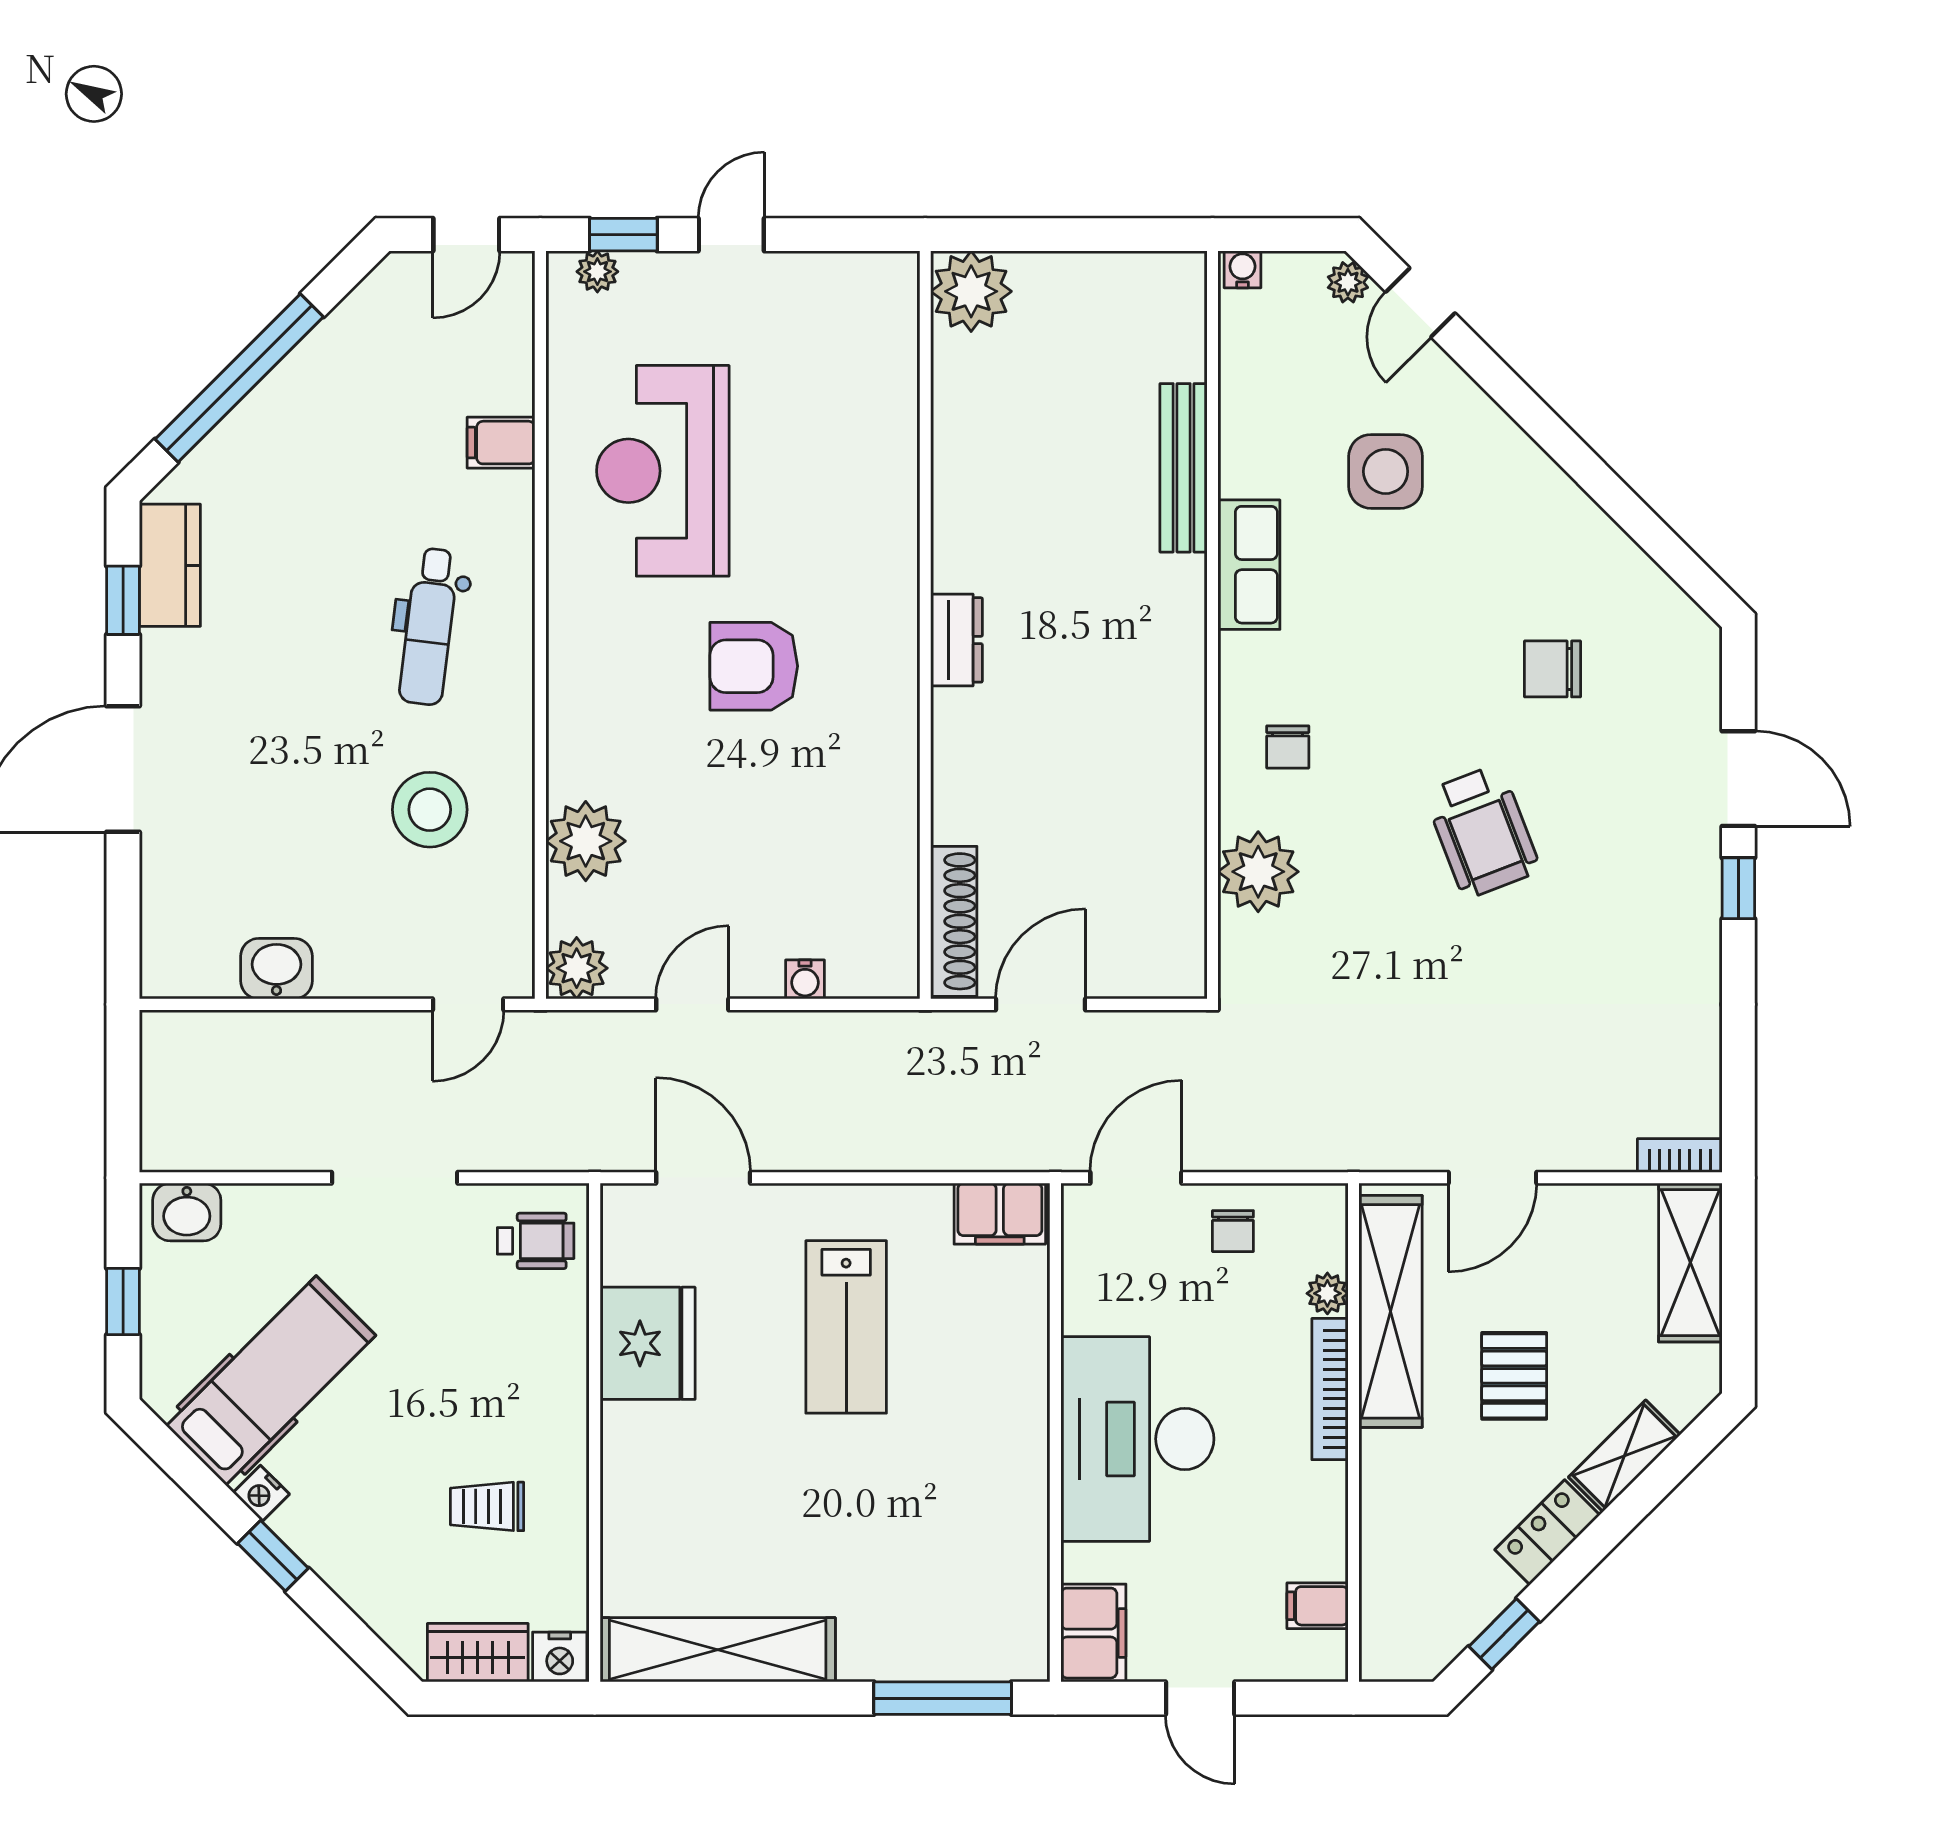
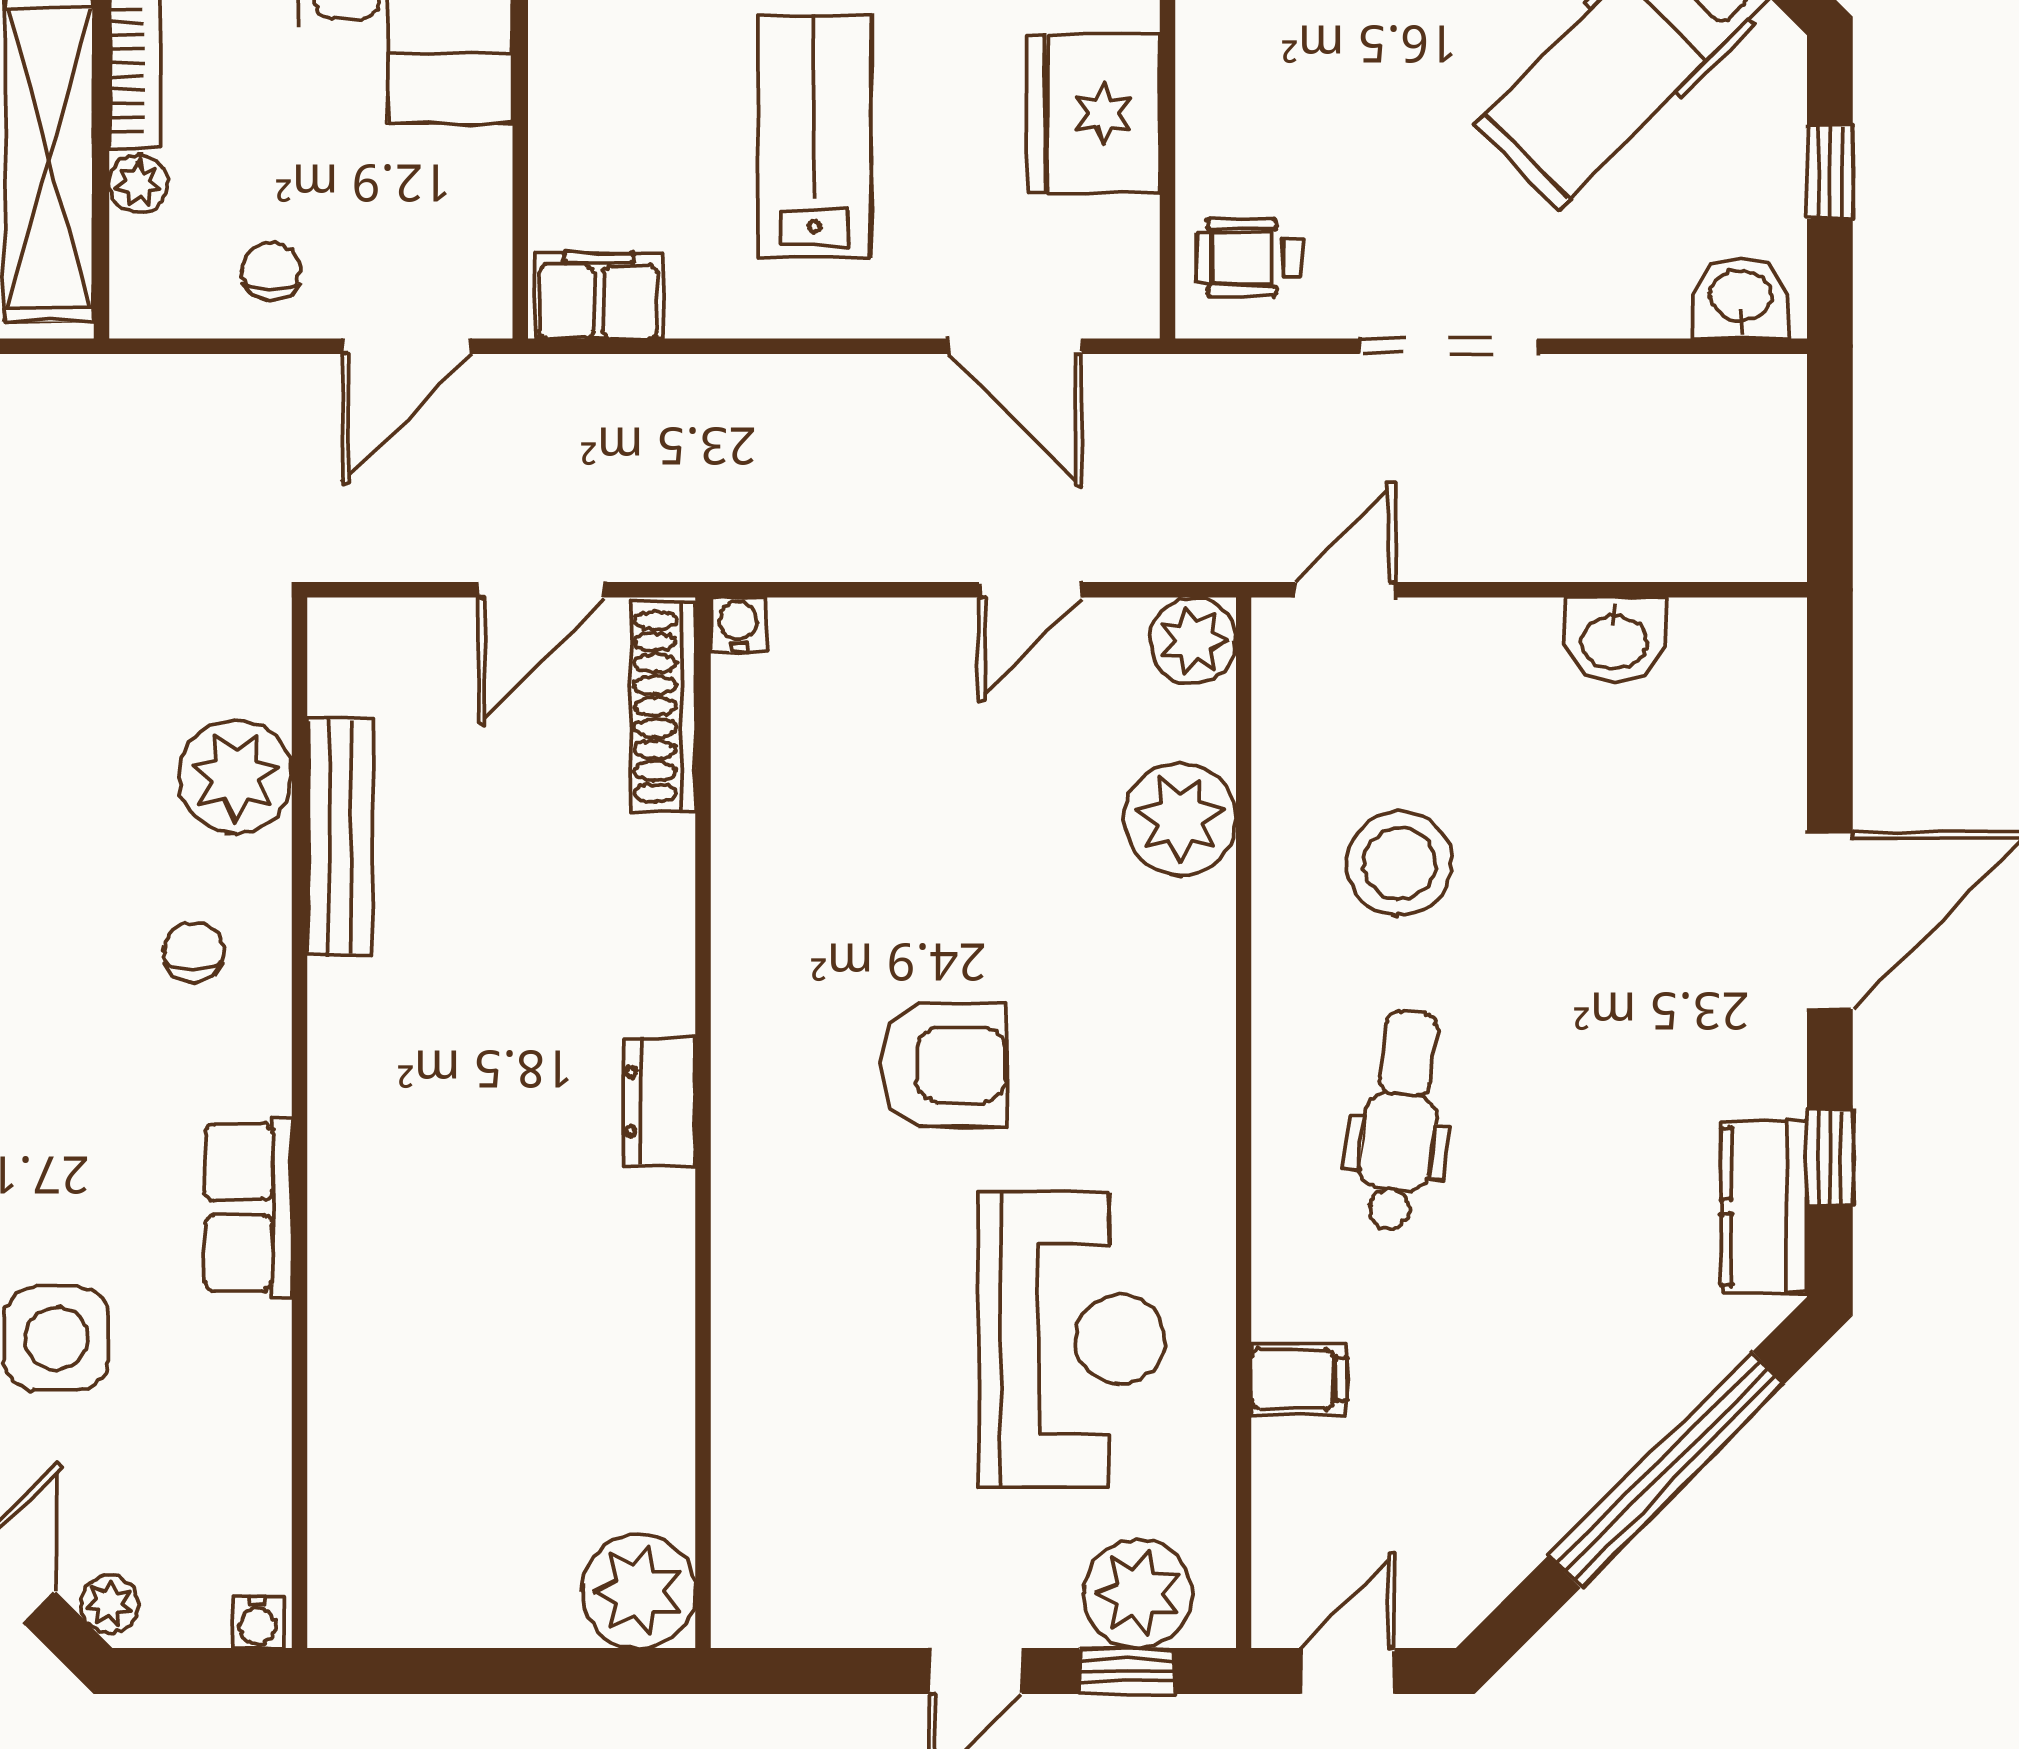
plant: (597, 272) -> (1138, 1594), width x1.88, depth x1.88
bench: (1184, 468) -> (340, 837), moved
water cooler: (805, 979) -> (738, 625), moved

